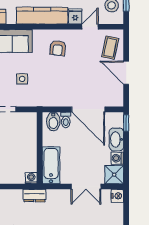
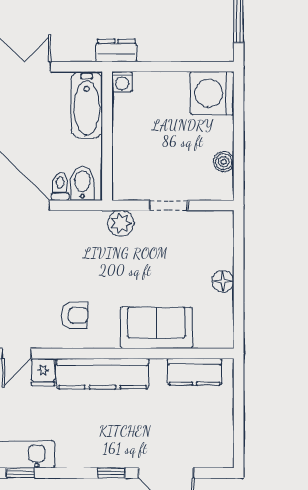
armchair: (58, 48) -> (74, 315), turned 83
side table: (22, 79) -> (138, 260), removed
plant: (32, 99) -> (121, 223), added

